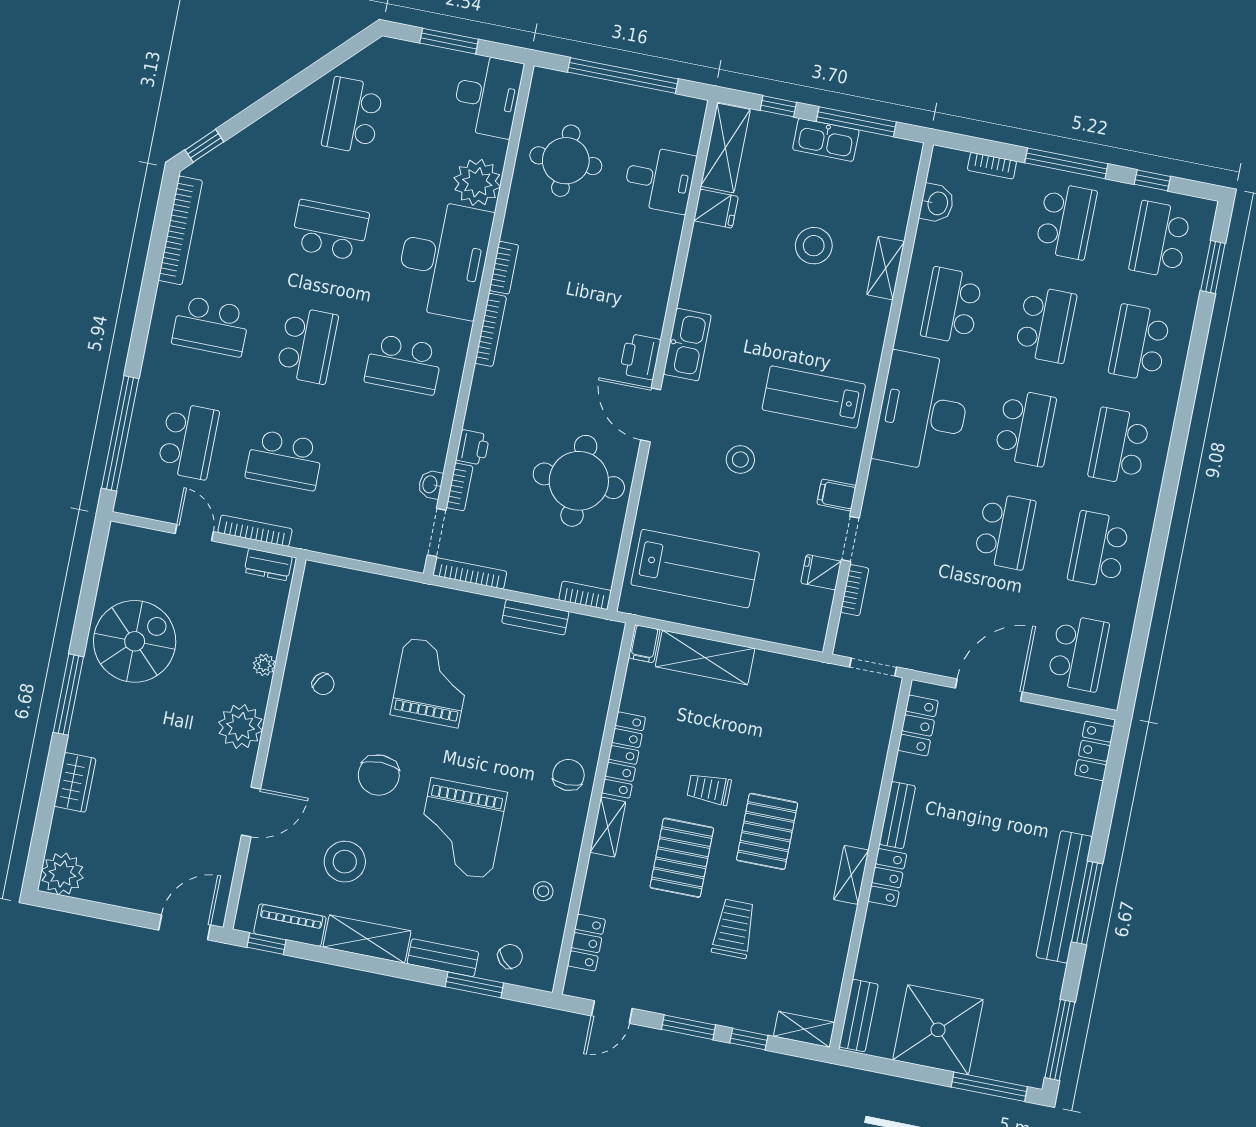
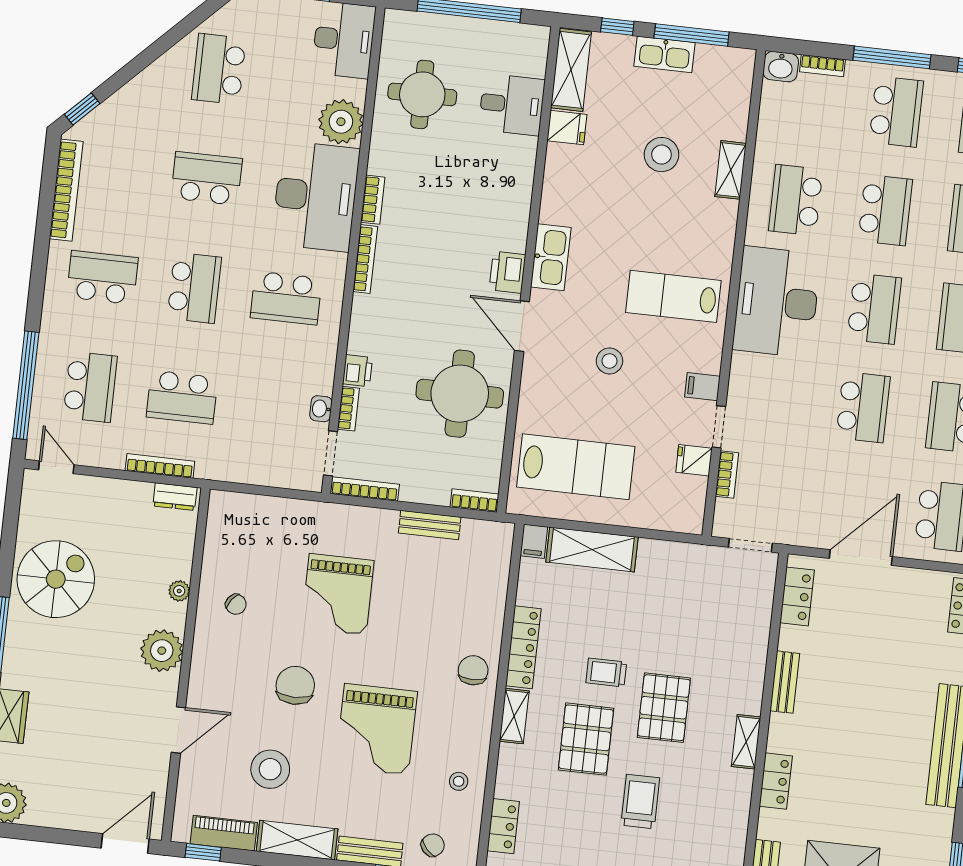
washbasin: (937, 203) -> (781, 67), moved, turned 90
school desk: (211, 326) -> (102, 278), turned 180
door: (194, 533) -> (56, 467), moved
grand piano: (432, 682) -> (338, 594), turned 180
chair: (379, 775) -> (295, 685), turned 180
locker: (887, 878) -> (776, 781), moved

